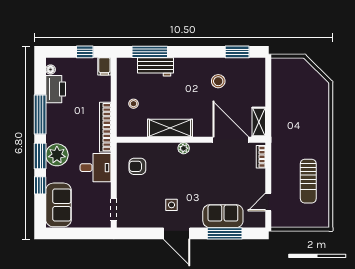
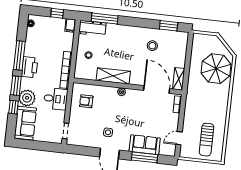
workbench: (156, 67) -> (92, 28), moved
printer: (56, 89) -> (30, 67), moved
parasol: (308, 103) -> (216, 69), added
plant: (57, 155) -> (27, 98), moved
sun lounger: (308, 181) -> (206, 140), moved

